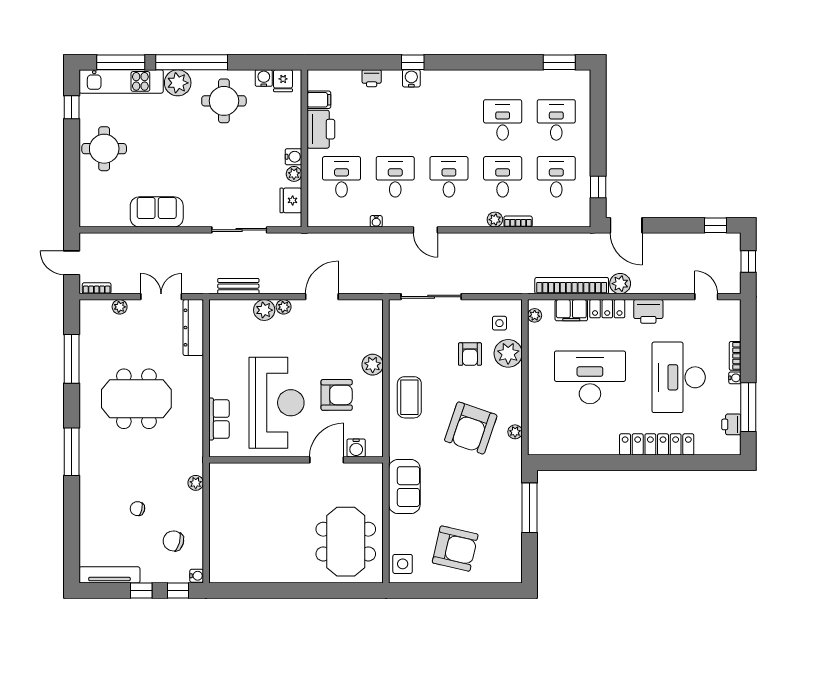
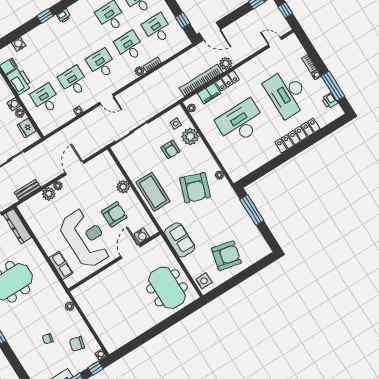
printer: (372, 78) -> (64, 16), moved
water cooler: (411, 78) -> (19, 44), moved
printer: (648, 311) -> (250, 69), removed
coffee table: (409, 397) -> (153, 192), width x1.36, depth x1.32

